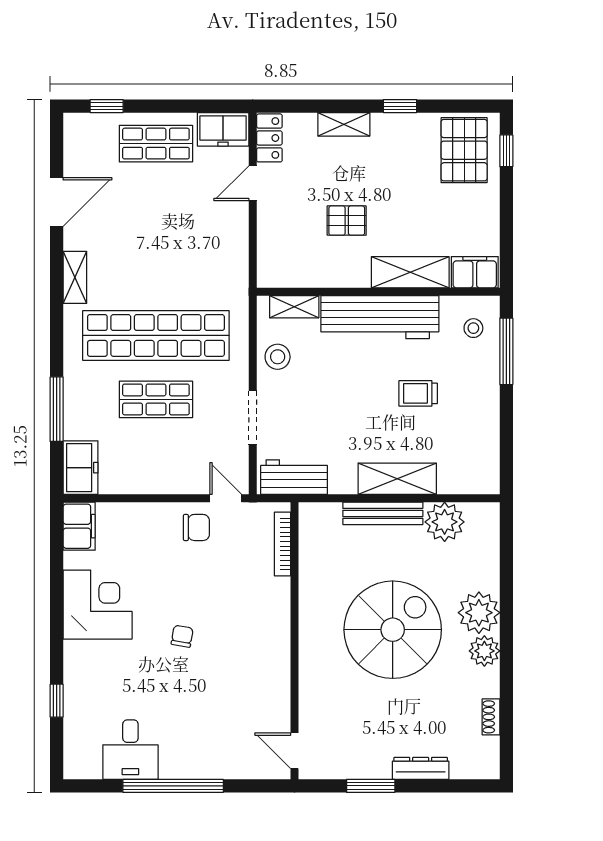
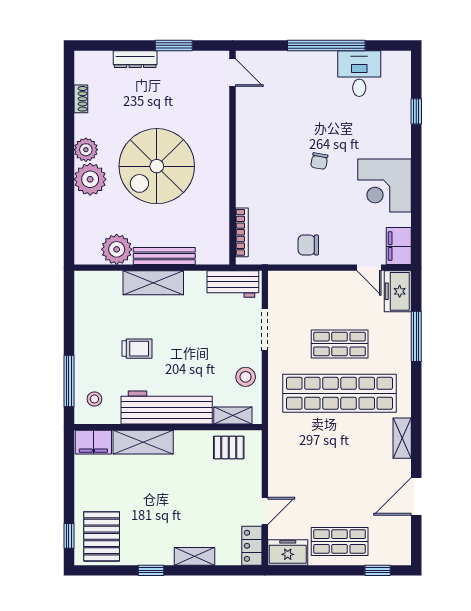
pallet: (347, 221) -> (229, 447), moved
door: (226, 498) -> (369, 268), moved

